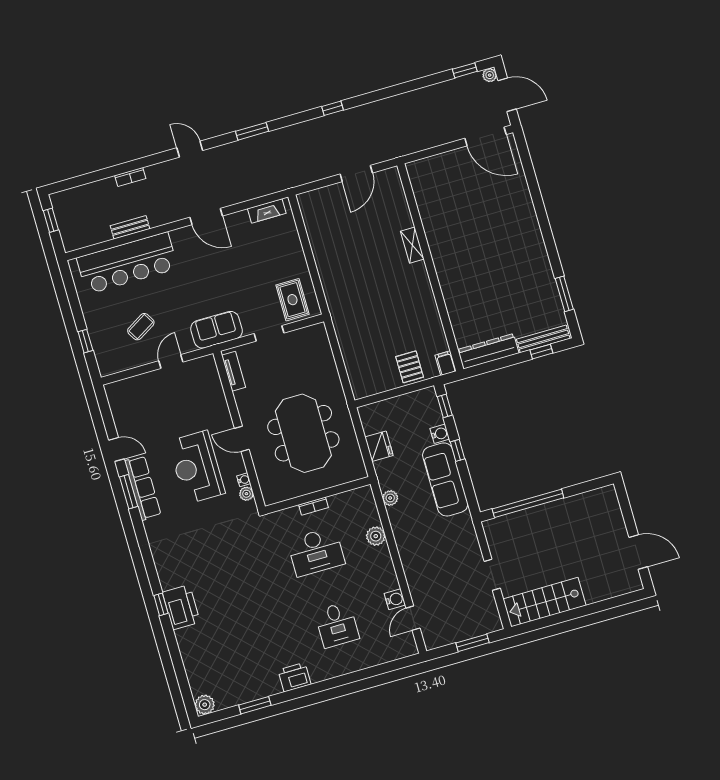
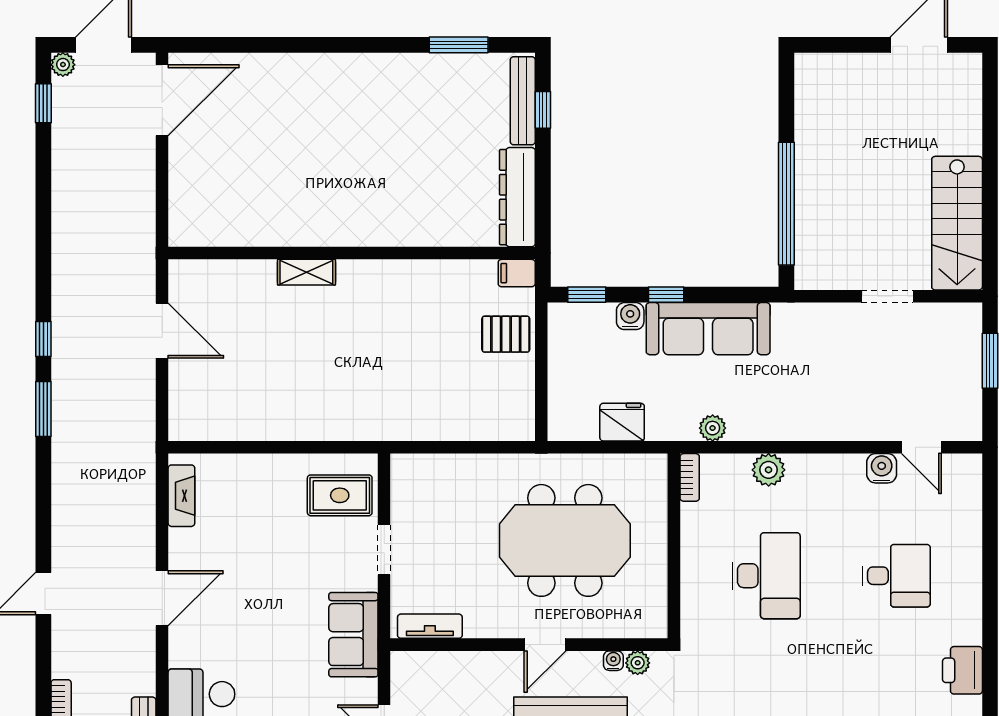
window: (252, 131) -> (43, 409), moved
bookcase: (314, 506) -> (690, 477), moved

